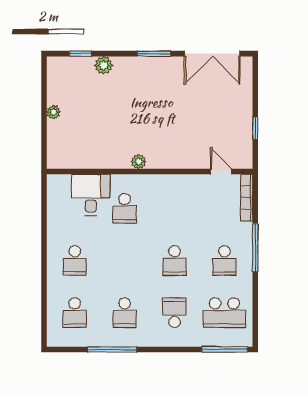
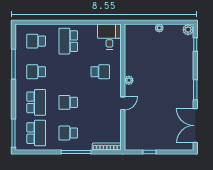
plant: (104, 65) -> (188, 30), moved
door: (221, 172) -> (123, 103), moved
desk: (91, 195) -> (109, 36), moved, turned -90
school desk: (125, 208) -> (100, 72), turned 180
school desk: (75, 261) -> (68, 41), width x1.85
school desk: (175, 313) -> (36, 102), width x1.85
school desk: (224, 313) -> (36, 133), turned 180

